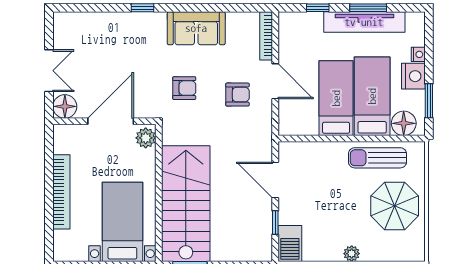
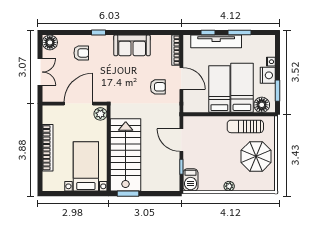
tv unit: (364, 22) -> (216, 41), moved
armchair: (184, 88) -> (81, 53), moved
floor lamp: (65, 106) -> (50, 42), moved

